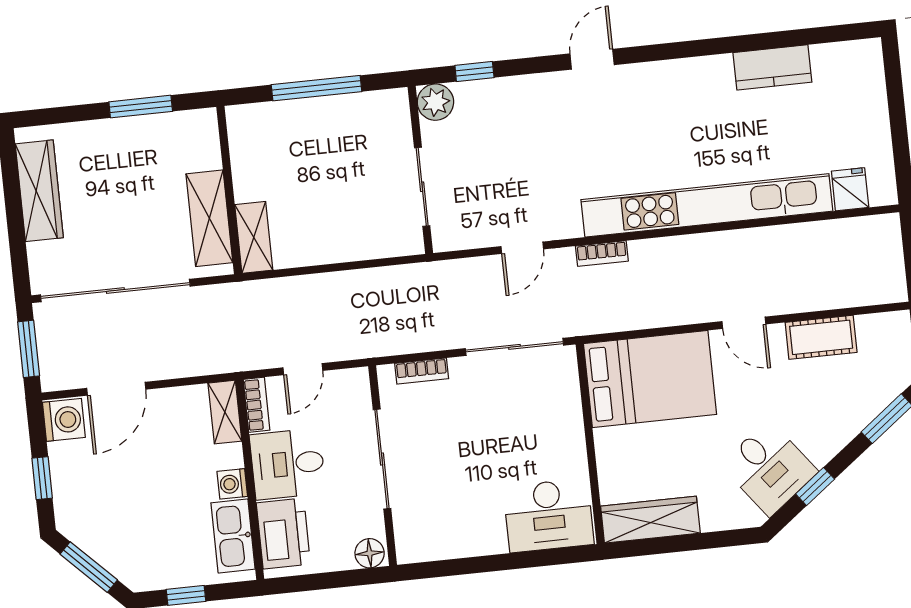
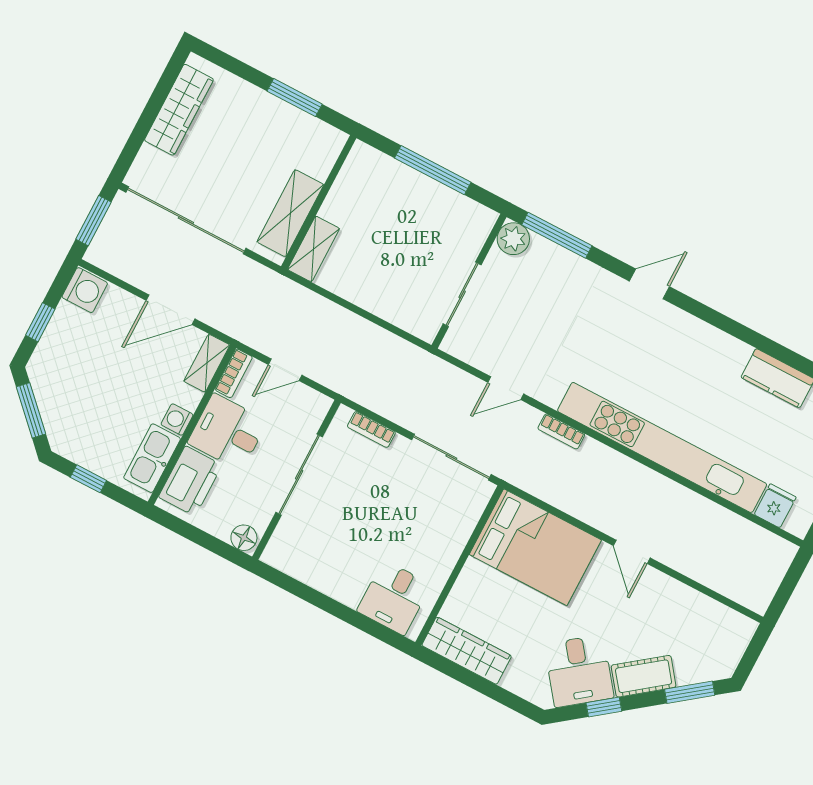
window: (474, 72) -> (557, 235), width x2.17
cot: (821, 337) -> (644, 676), moved, turned -37
door: (116, 389) -> (170, 310), moved
desk: (549, 515) -> (394, 598), width x0.73

